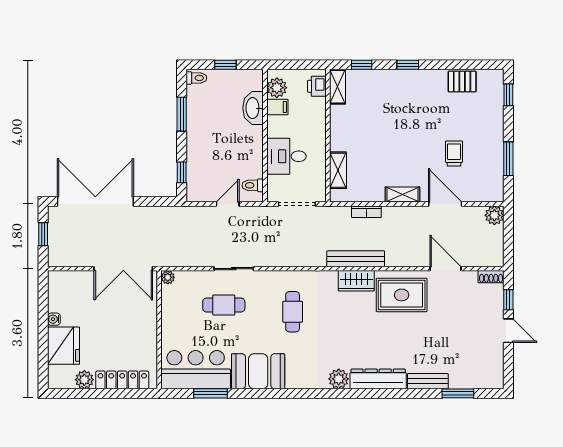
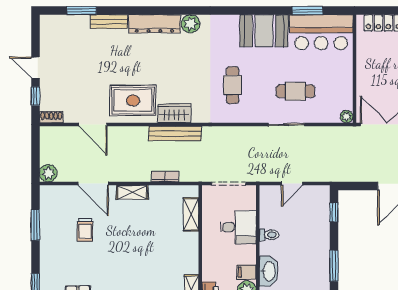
toilet: (253, 185) -> (269, 235), moved

